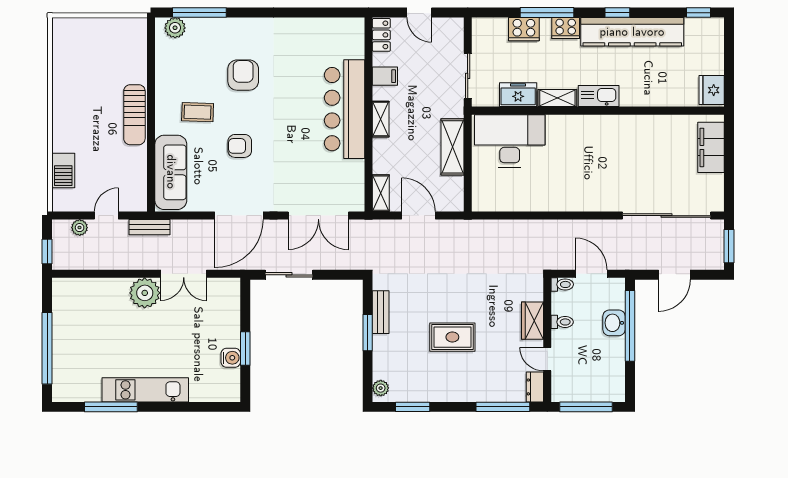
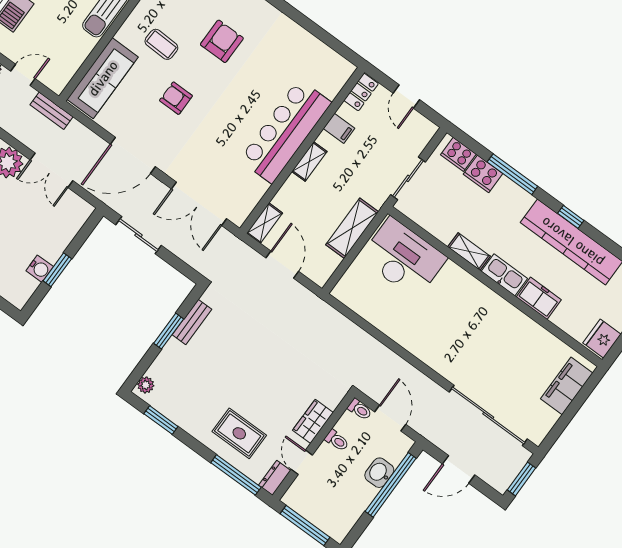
cooker: (566, 28) -> (458, 154), moved
freezer: (518, 95) -> (539, 298), moved
rug: (452, 337) -> (239, 433), moved

